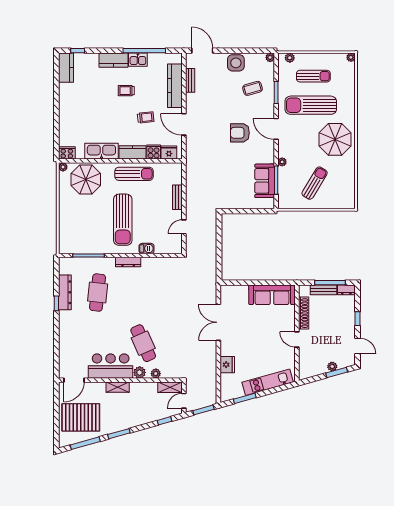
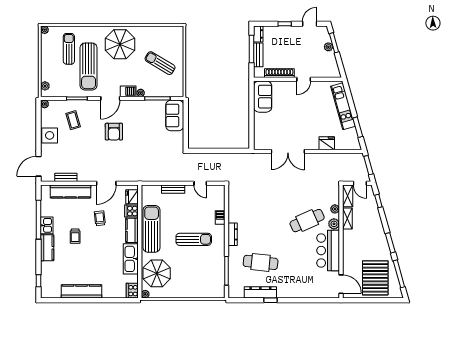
kitchen counter: (66, 68) -> (81, 291), moved, width x1.50
sun lounger: (313, 76) -> (69, 49), moved
barbecue: (284, 148) -> (128, 91), added
sun lounger: (134, 174) -> (152, 229), width x1.36, depth x1.34
sofa: (265, 181) -> (175, 115), moved, turned 90
sun lounger: (123, 220) -> (194, 239), width x0.73, depth x0.75
sofa: (272, 295) -> (263, 97), width x0.73
shelving: (118, 387) -> (347, 218), moved

